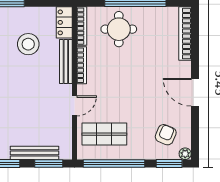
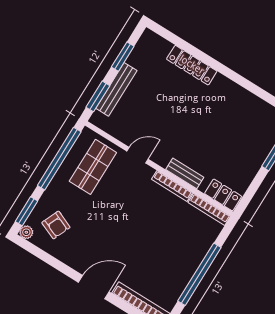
round table: (119, 29) -> (184, 243), removed
stool: (28, 44) -> (224, 148), removed
bench: (66, 62) -> (185, 173), width x0.73
door: (195, 92) -> (94, 287), moved
door: (74, 106) -> (138, 155), swing flipped

